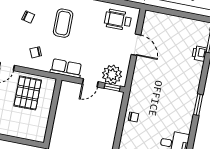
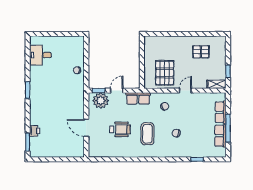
wheelchair: (118, 20) -> (120, 129), moved

